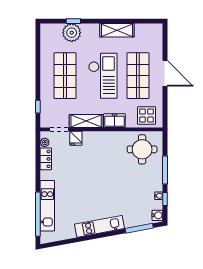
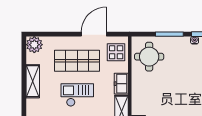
plant: (154, 32) -> (34, 45), added
door: (165, 73) -> (94, 34), moved
checkout: (103, 76) -> (77, 95), width x0.73, depth x0.83

